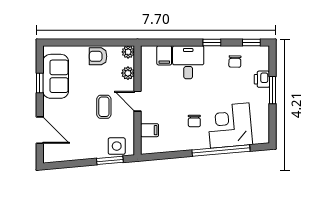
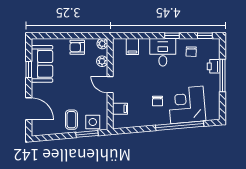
desk: (188, 62) -> (163, 52), moved
window: (272, 90) -> (222, 75), width x1.44
coffee table: (104, 107) -> (71, 120), moved

